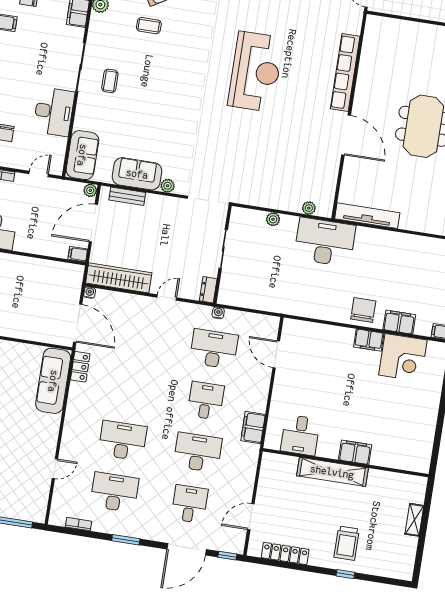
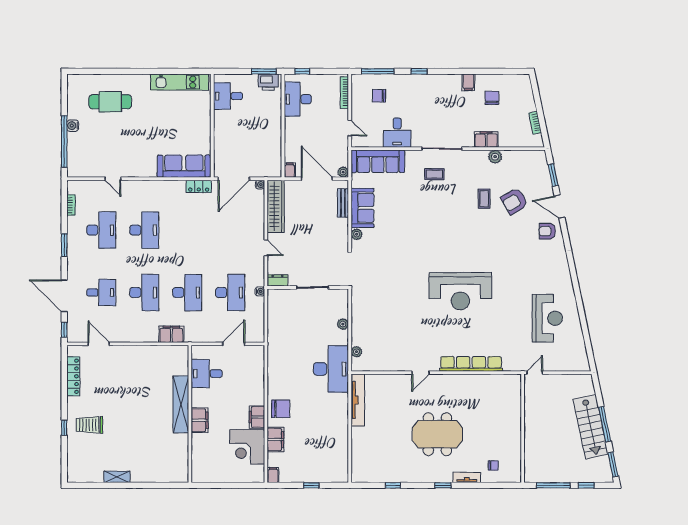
desk: (54, 112) -> (397, 133), width x0.73
door: (346, 135) -> (420, 373), width x0.53
sofa: (82, 155) -> (378, 161), width x1.36
desk: (206, 401) -> (187, 292), width x1.37
desk: (300, 435) -> (207, 374), moved
filing cabinet: (355, 452) -> (200, 420), moved
wall: (346, 463) -> (190, 414), moved
shelving: (332, 472) -> (181, 404), moved

